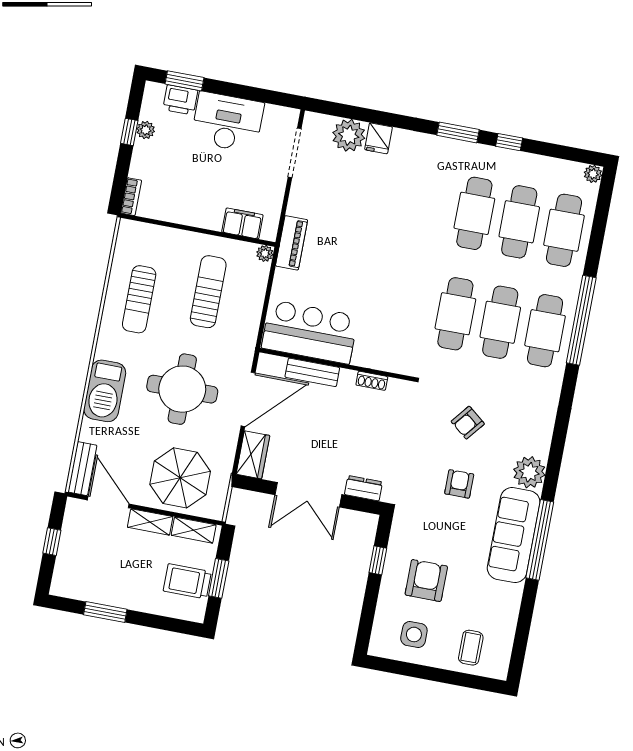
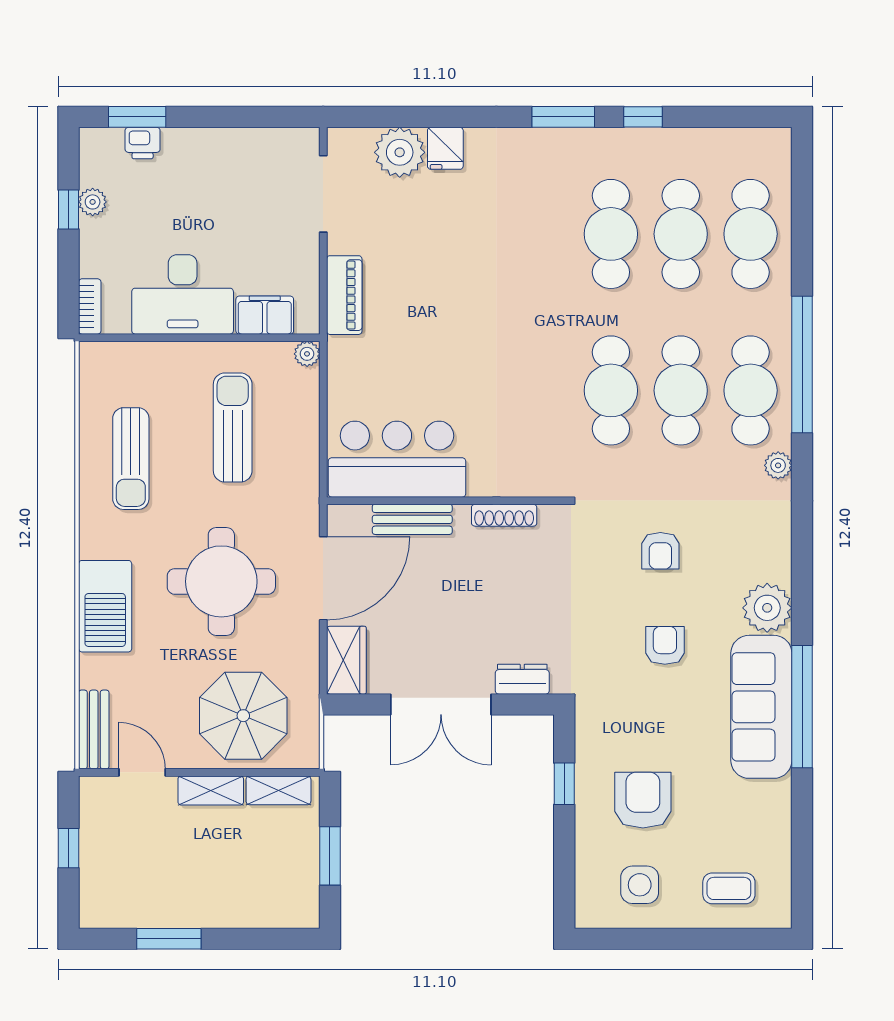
printer: (180, 100) -> (143, 143), width x0.73, depth x0.81
desk: (227, 122) -> (183, 294), moved, turned 180
plant: (593, 174) -> (778, 465), moved
piano: (292, 243) -> (344, 295), moved
shoe rack: (372, 381) -> (504, 515), width x1.43
armchair: (468, 423) -> (660, 551), turned -39
door: (108, 502) -> (142, 772), width x0.73
trolley: (187, 581) -> (283, 869), removed
coffee table: (471, 648) -> (729, 888), turned 90

